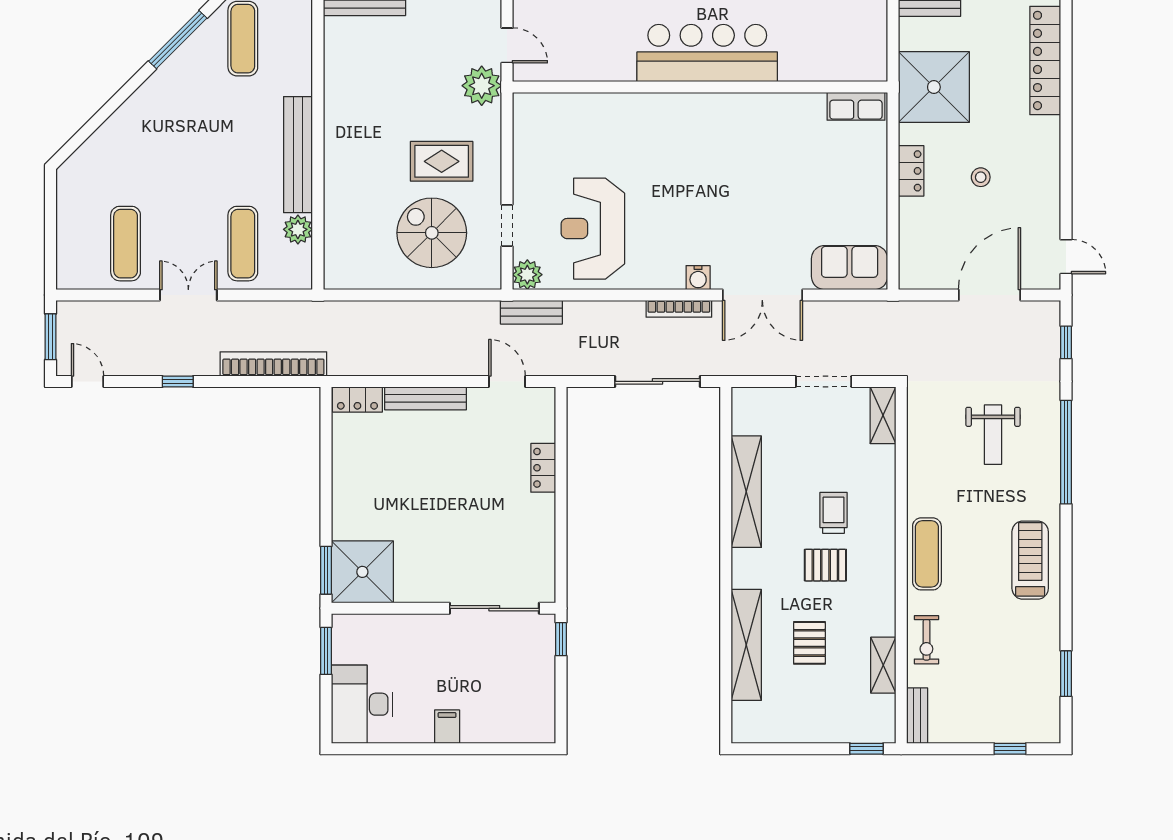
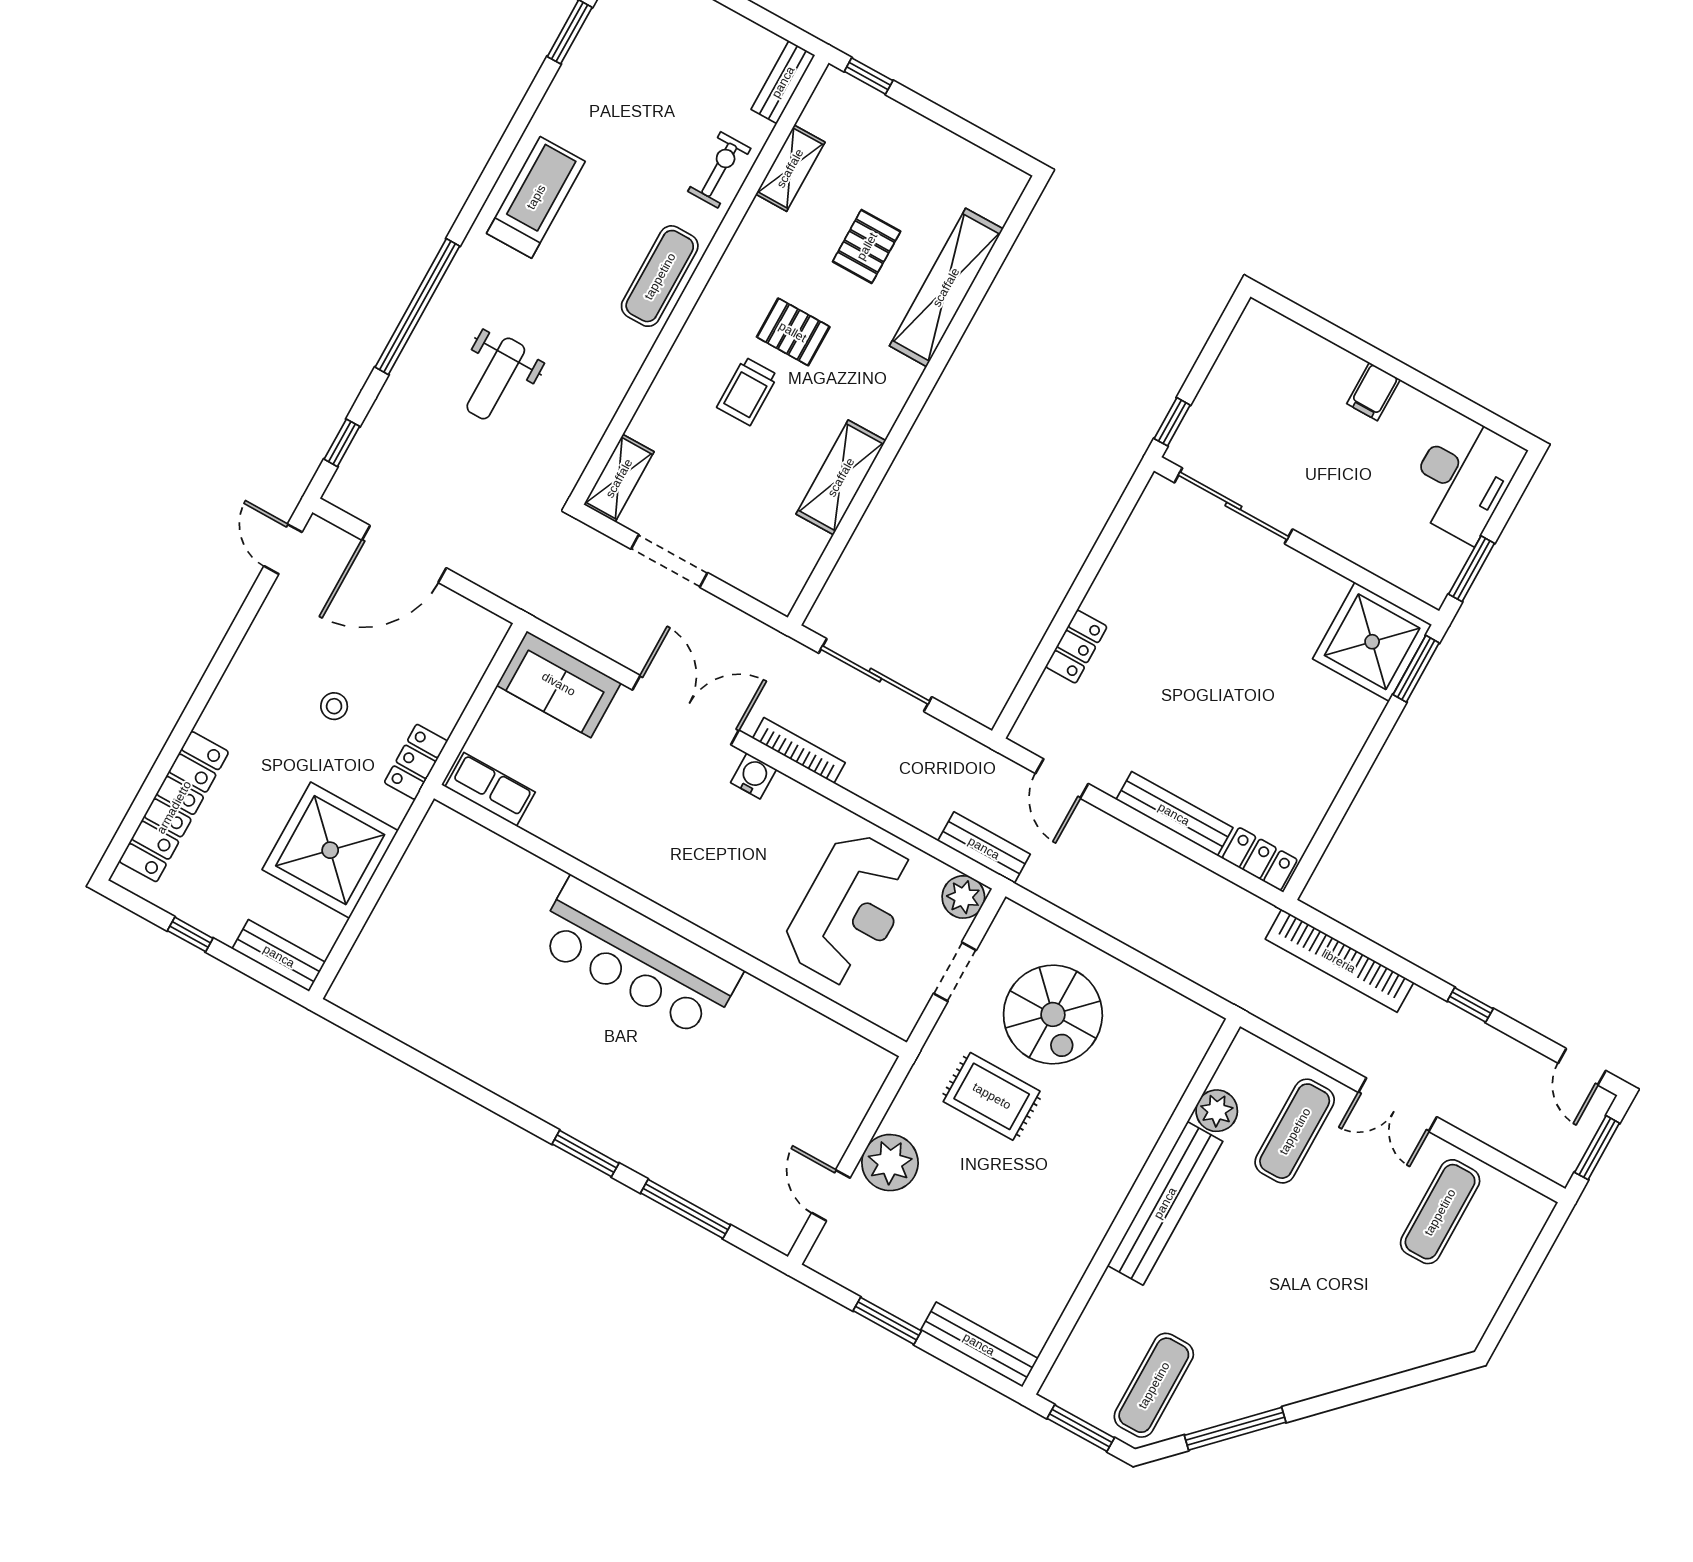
bar counter: (707, 53) -> (638, 958), moved
wall: (700, 87) -> (670, 920), moved
row of seats: (856, 106) -> (490, 789), moved
weight bench: (993, 435) -> (496, 378), turned 180
shelving: (746, 492) -> (841, 477), width x0.68
treadmill: (1030, 560) -> (536, 197), turned 180

